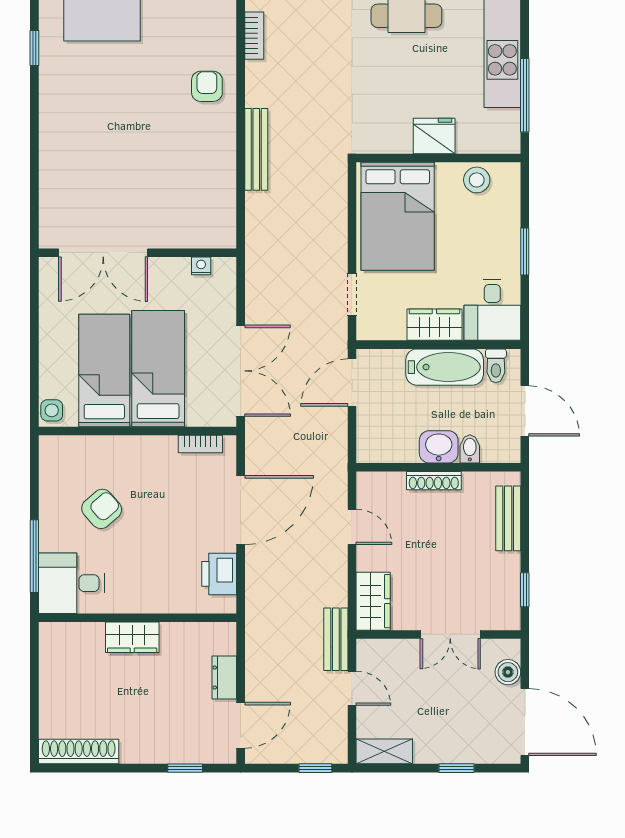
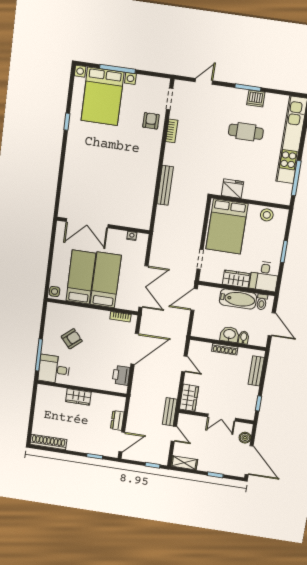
armchair: (207, 86) -> (151, 121), moved
fridge: (434, 136) -> (232, 189), moved

